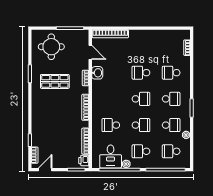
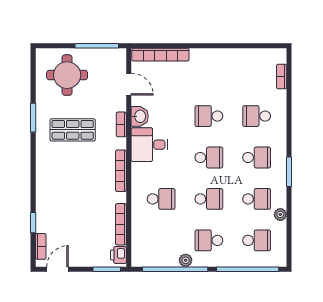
school desk: (111, 125) -> (161, 199), turned 180
school desk: (171, 151) -> (257, 240), turned 180
desk: (111, 156) -> (149, 145), moved, turned 90

